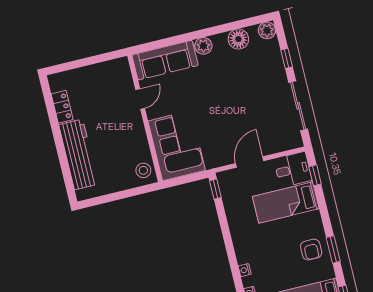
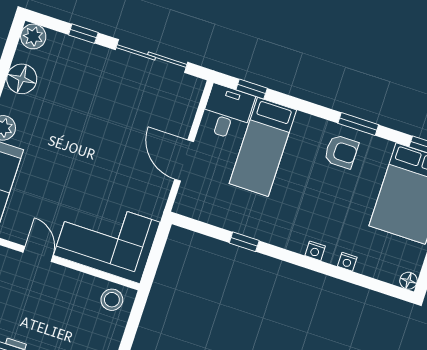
door: (140, 99) -> (38, 254), moved
window: (215, 189) -> (244, 242), moved

